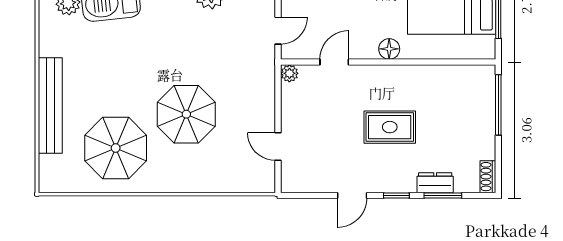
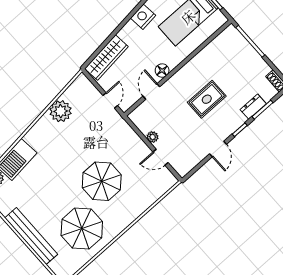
floor lamp: (389, 49) -> (162, 71), moved
plant: (289, 73) -> (153, 137), moved

